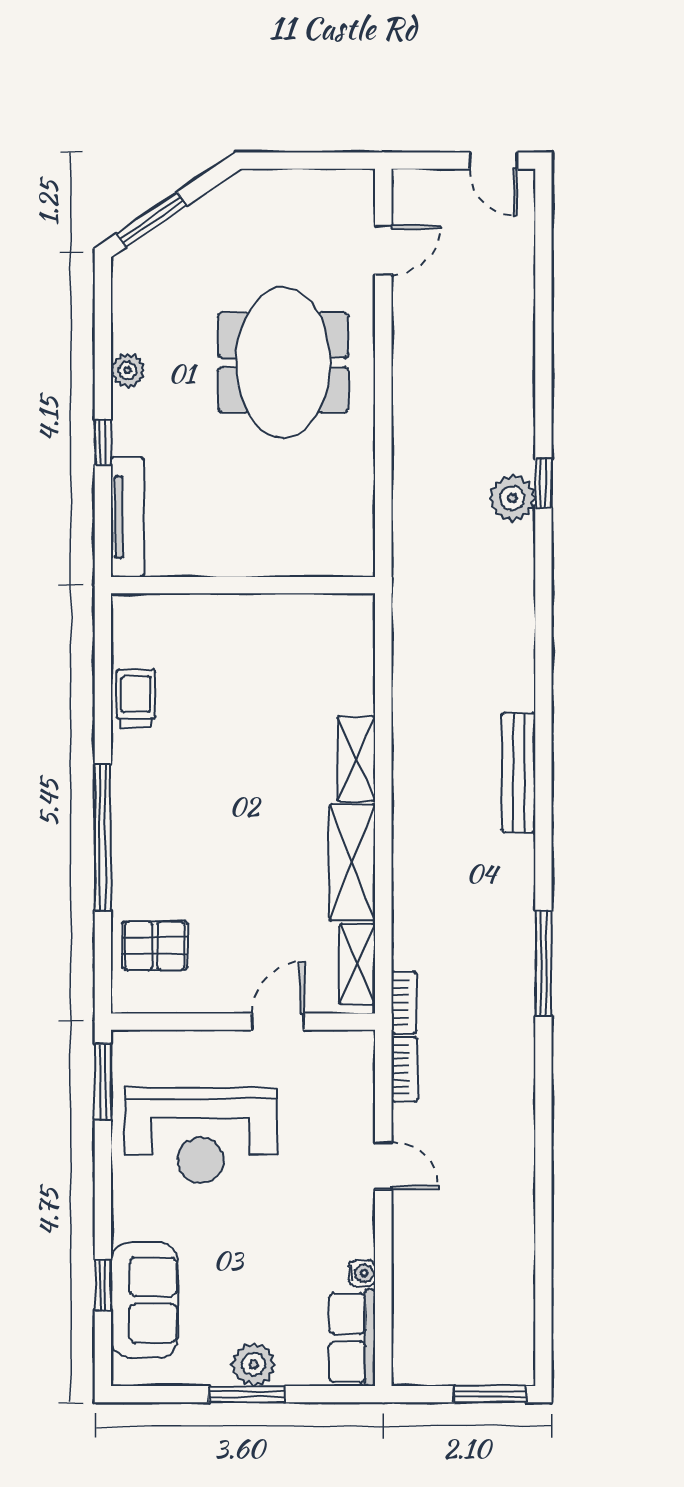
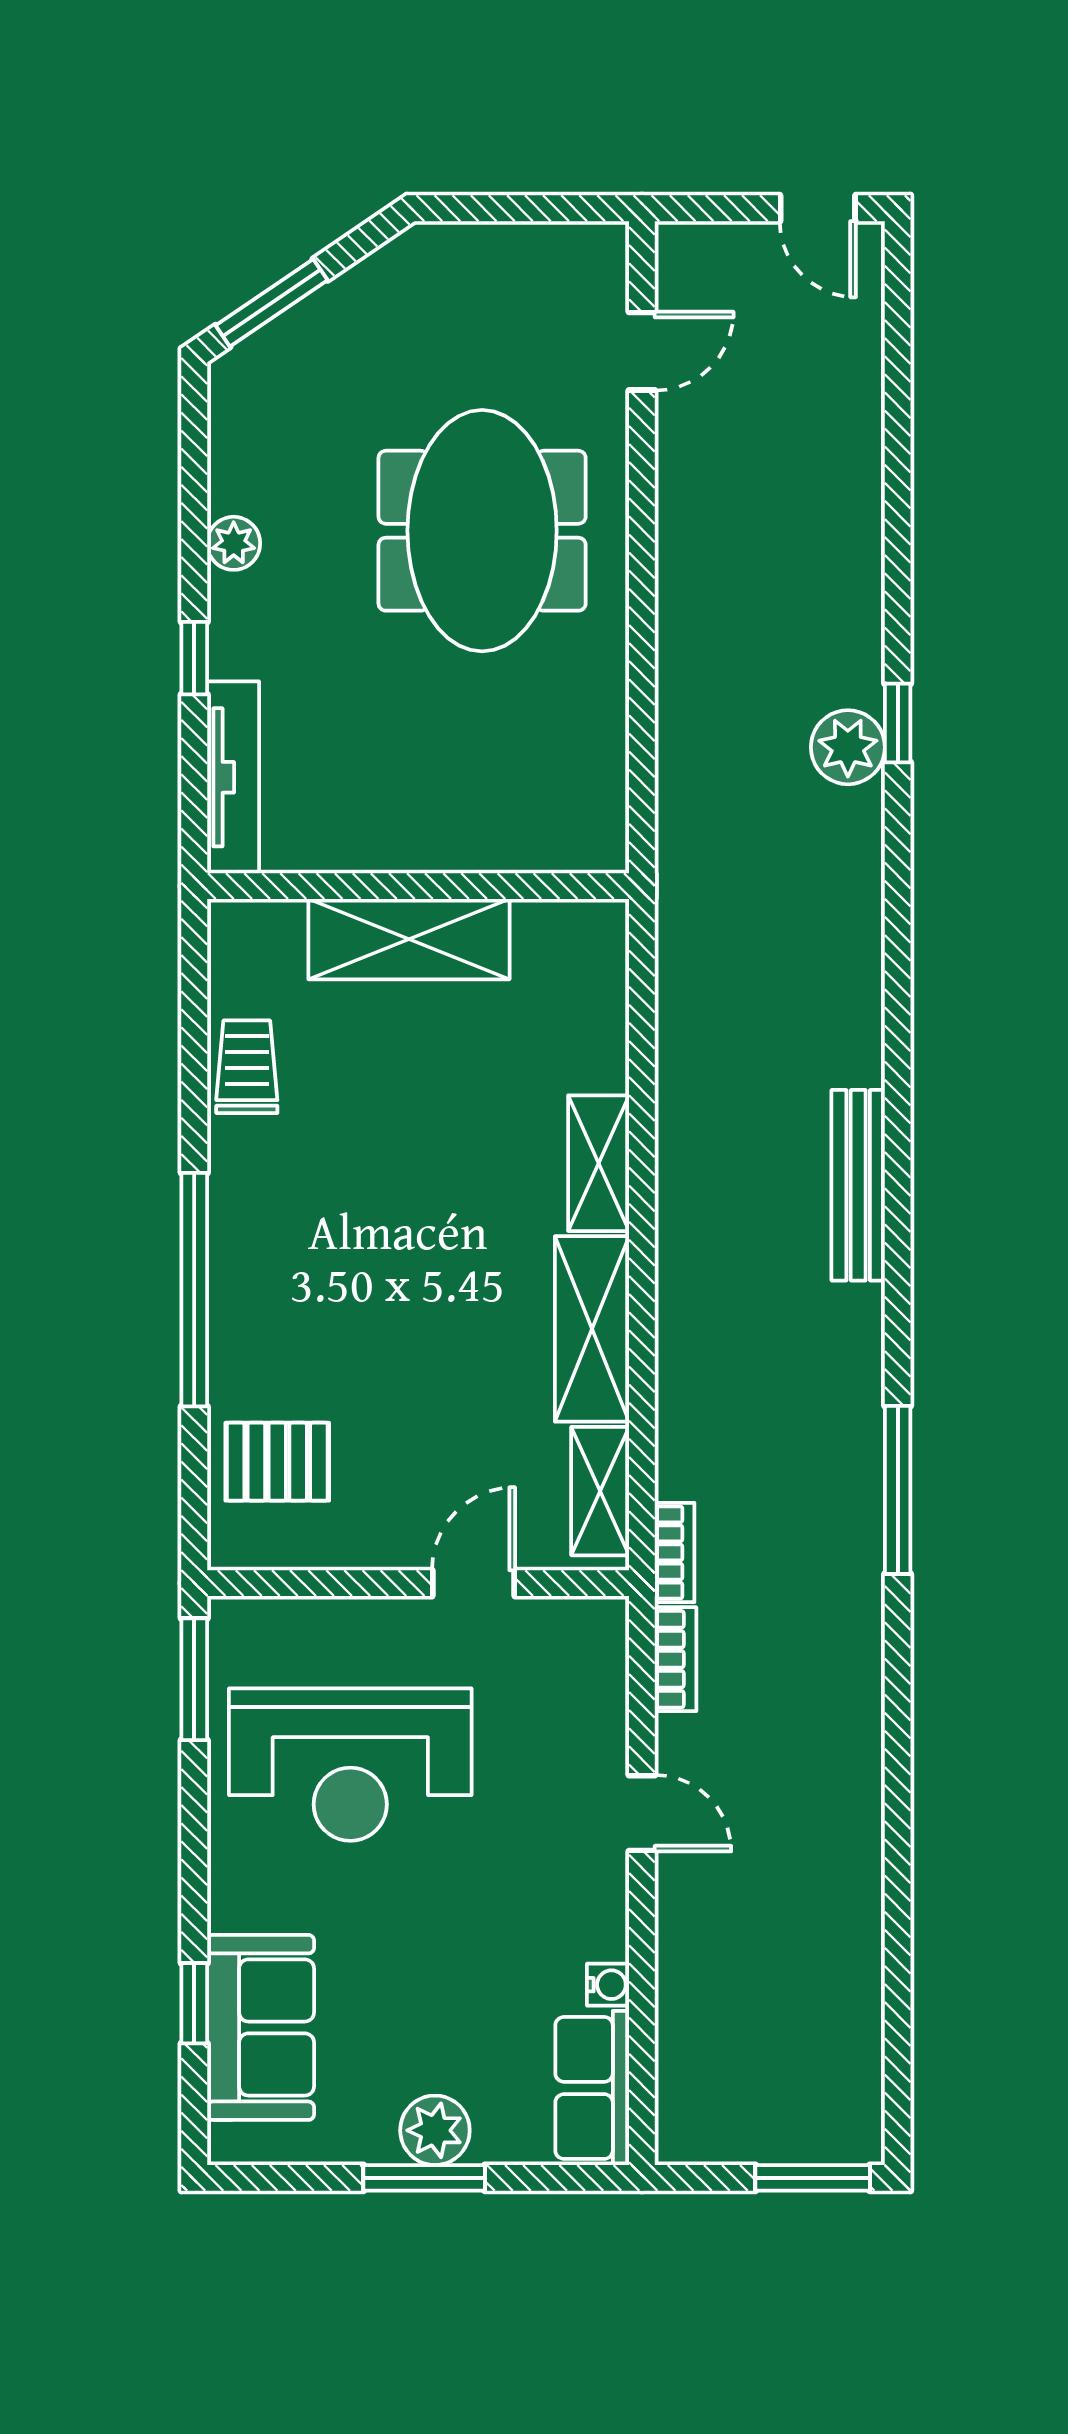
shelving: (237, 618) -> (409, 939), added

